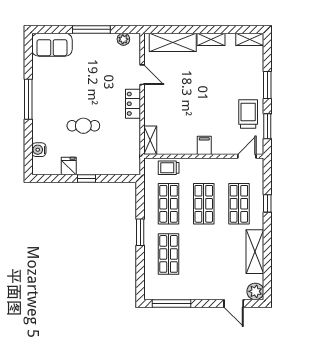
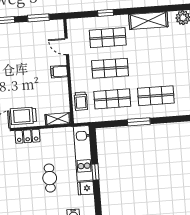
trolley: (248, 114) -> (23, 116), moved
door: (247, 156) -> (67, 46), moved
kitchen unit: (109, 166) -> (83, 153), added

